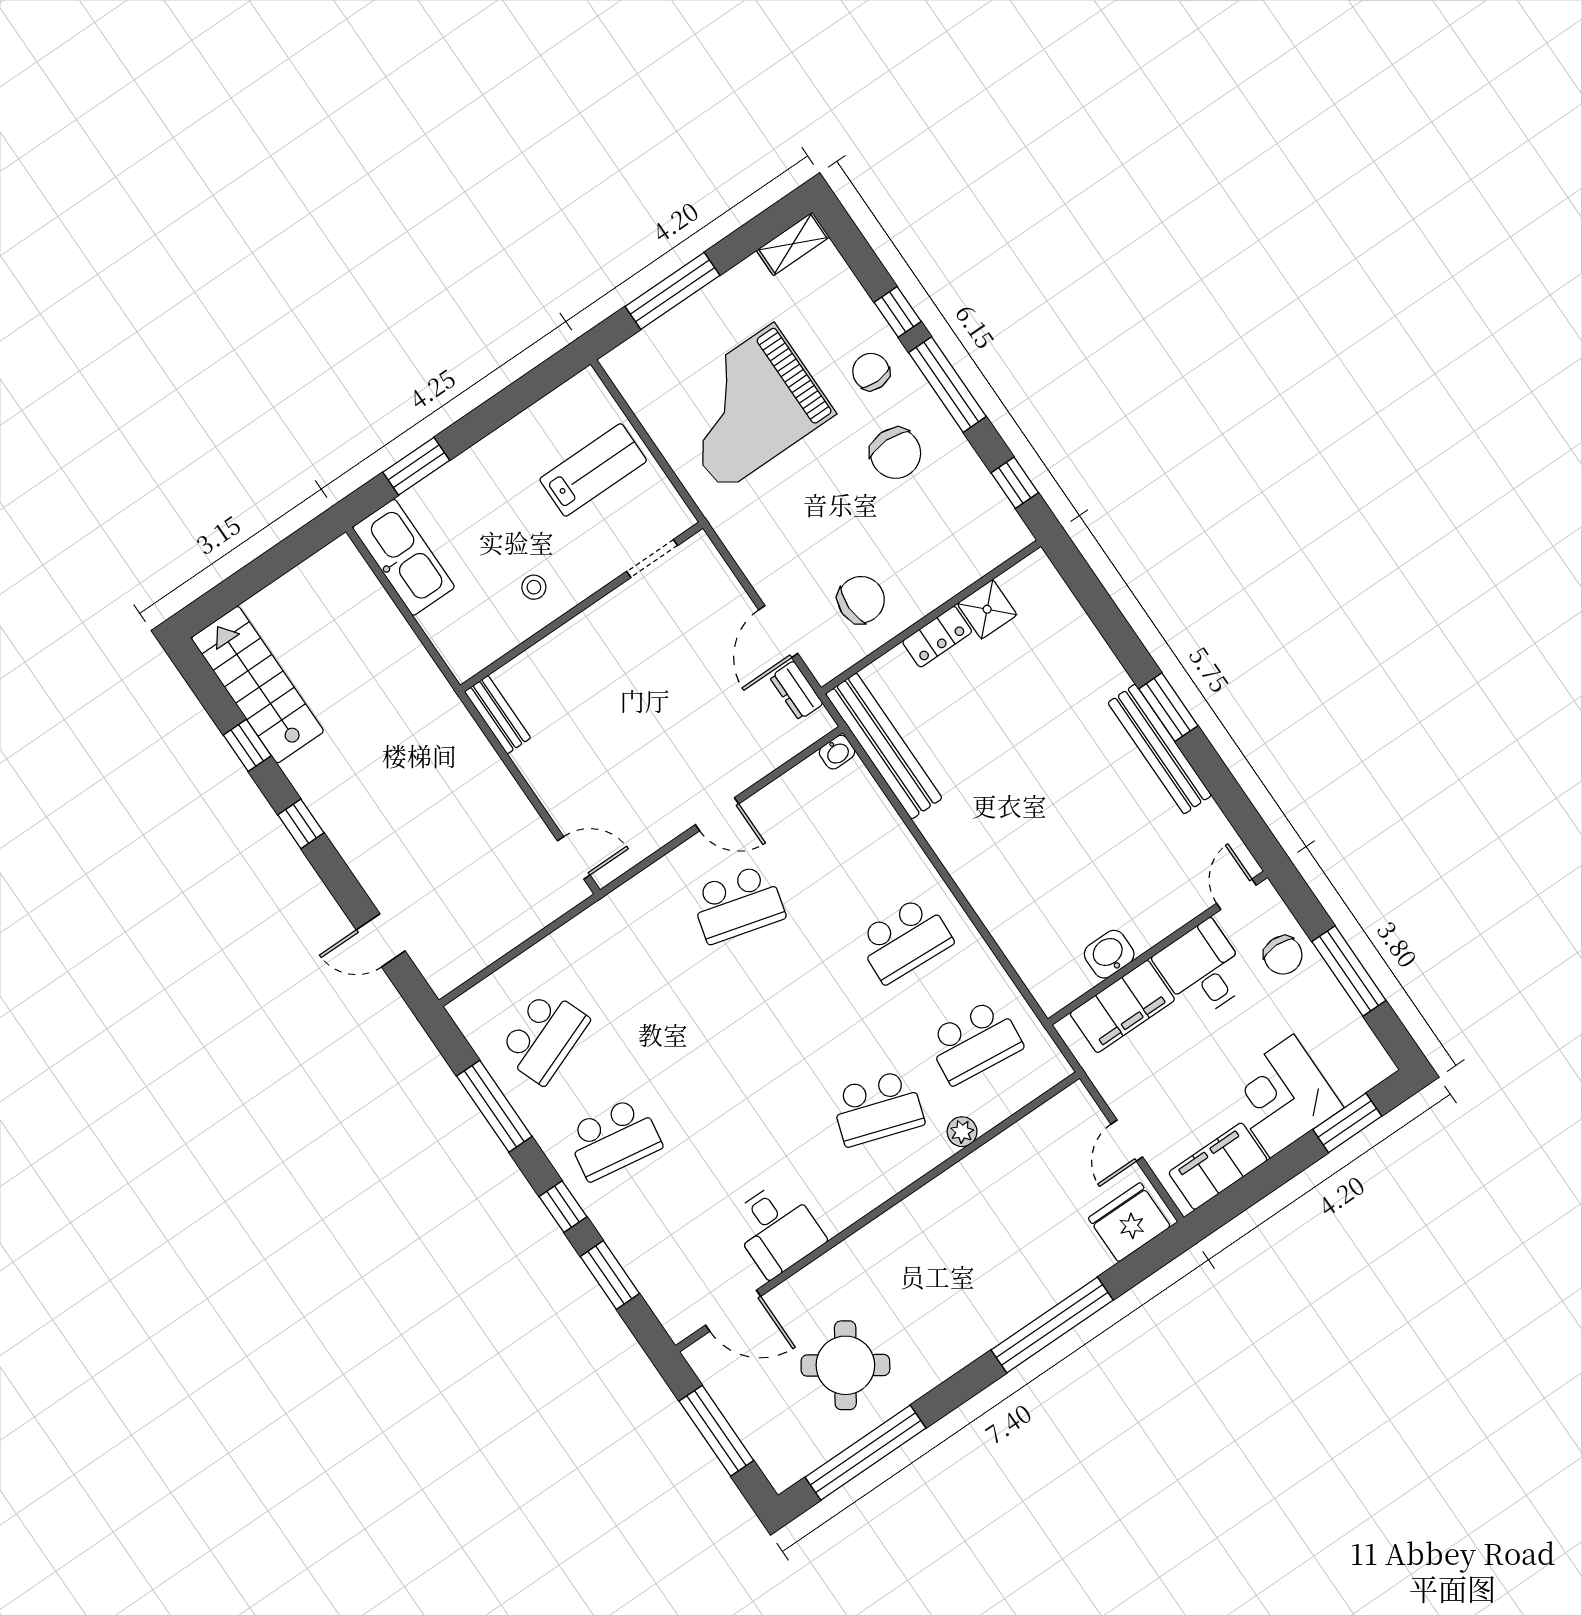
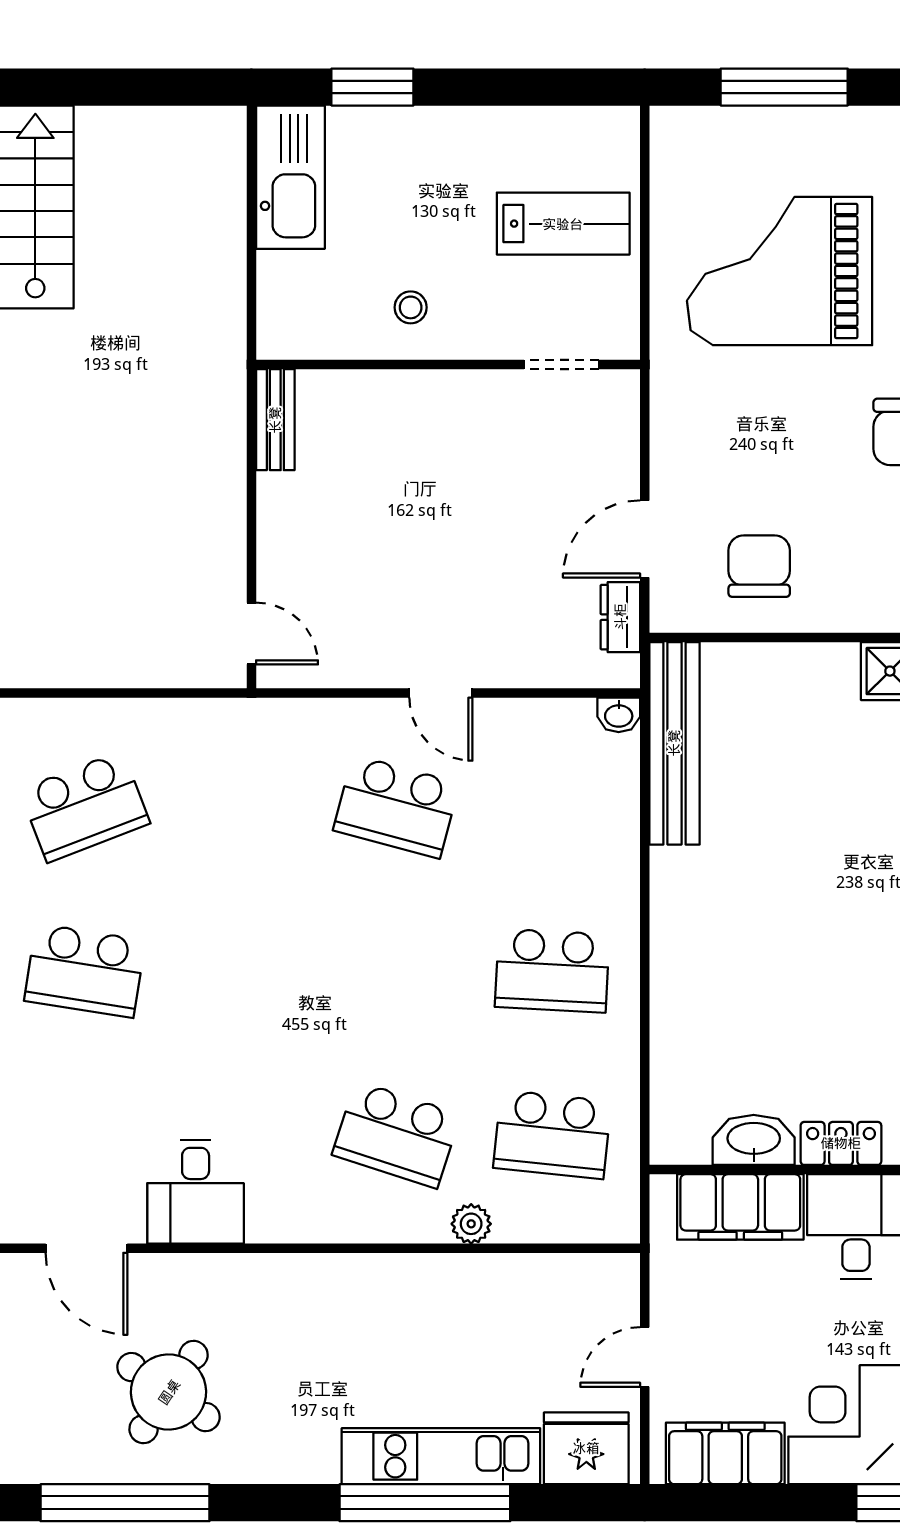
chair: (861, 600) -> (759, 566), turned -90
locker: (937, 637) -> (841, 1143), moved, turned 180
washbasin: (1109, 954) -> (754, 1140), width x1.38
kitchen unit: (1042, 1289) -> (441, 1456), added

